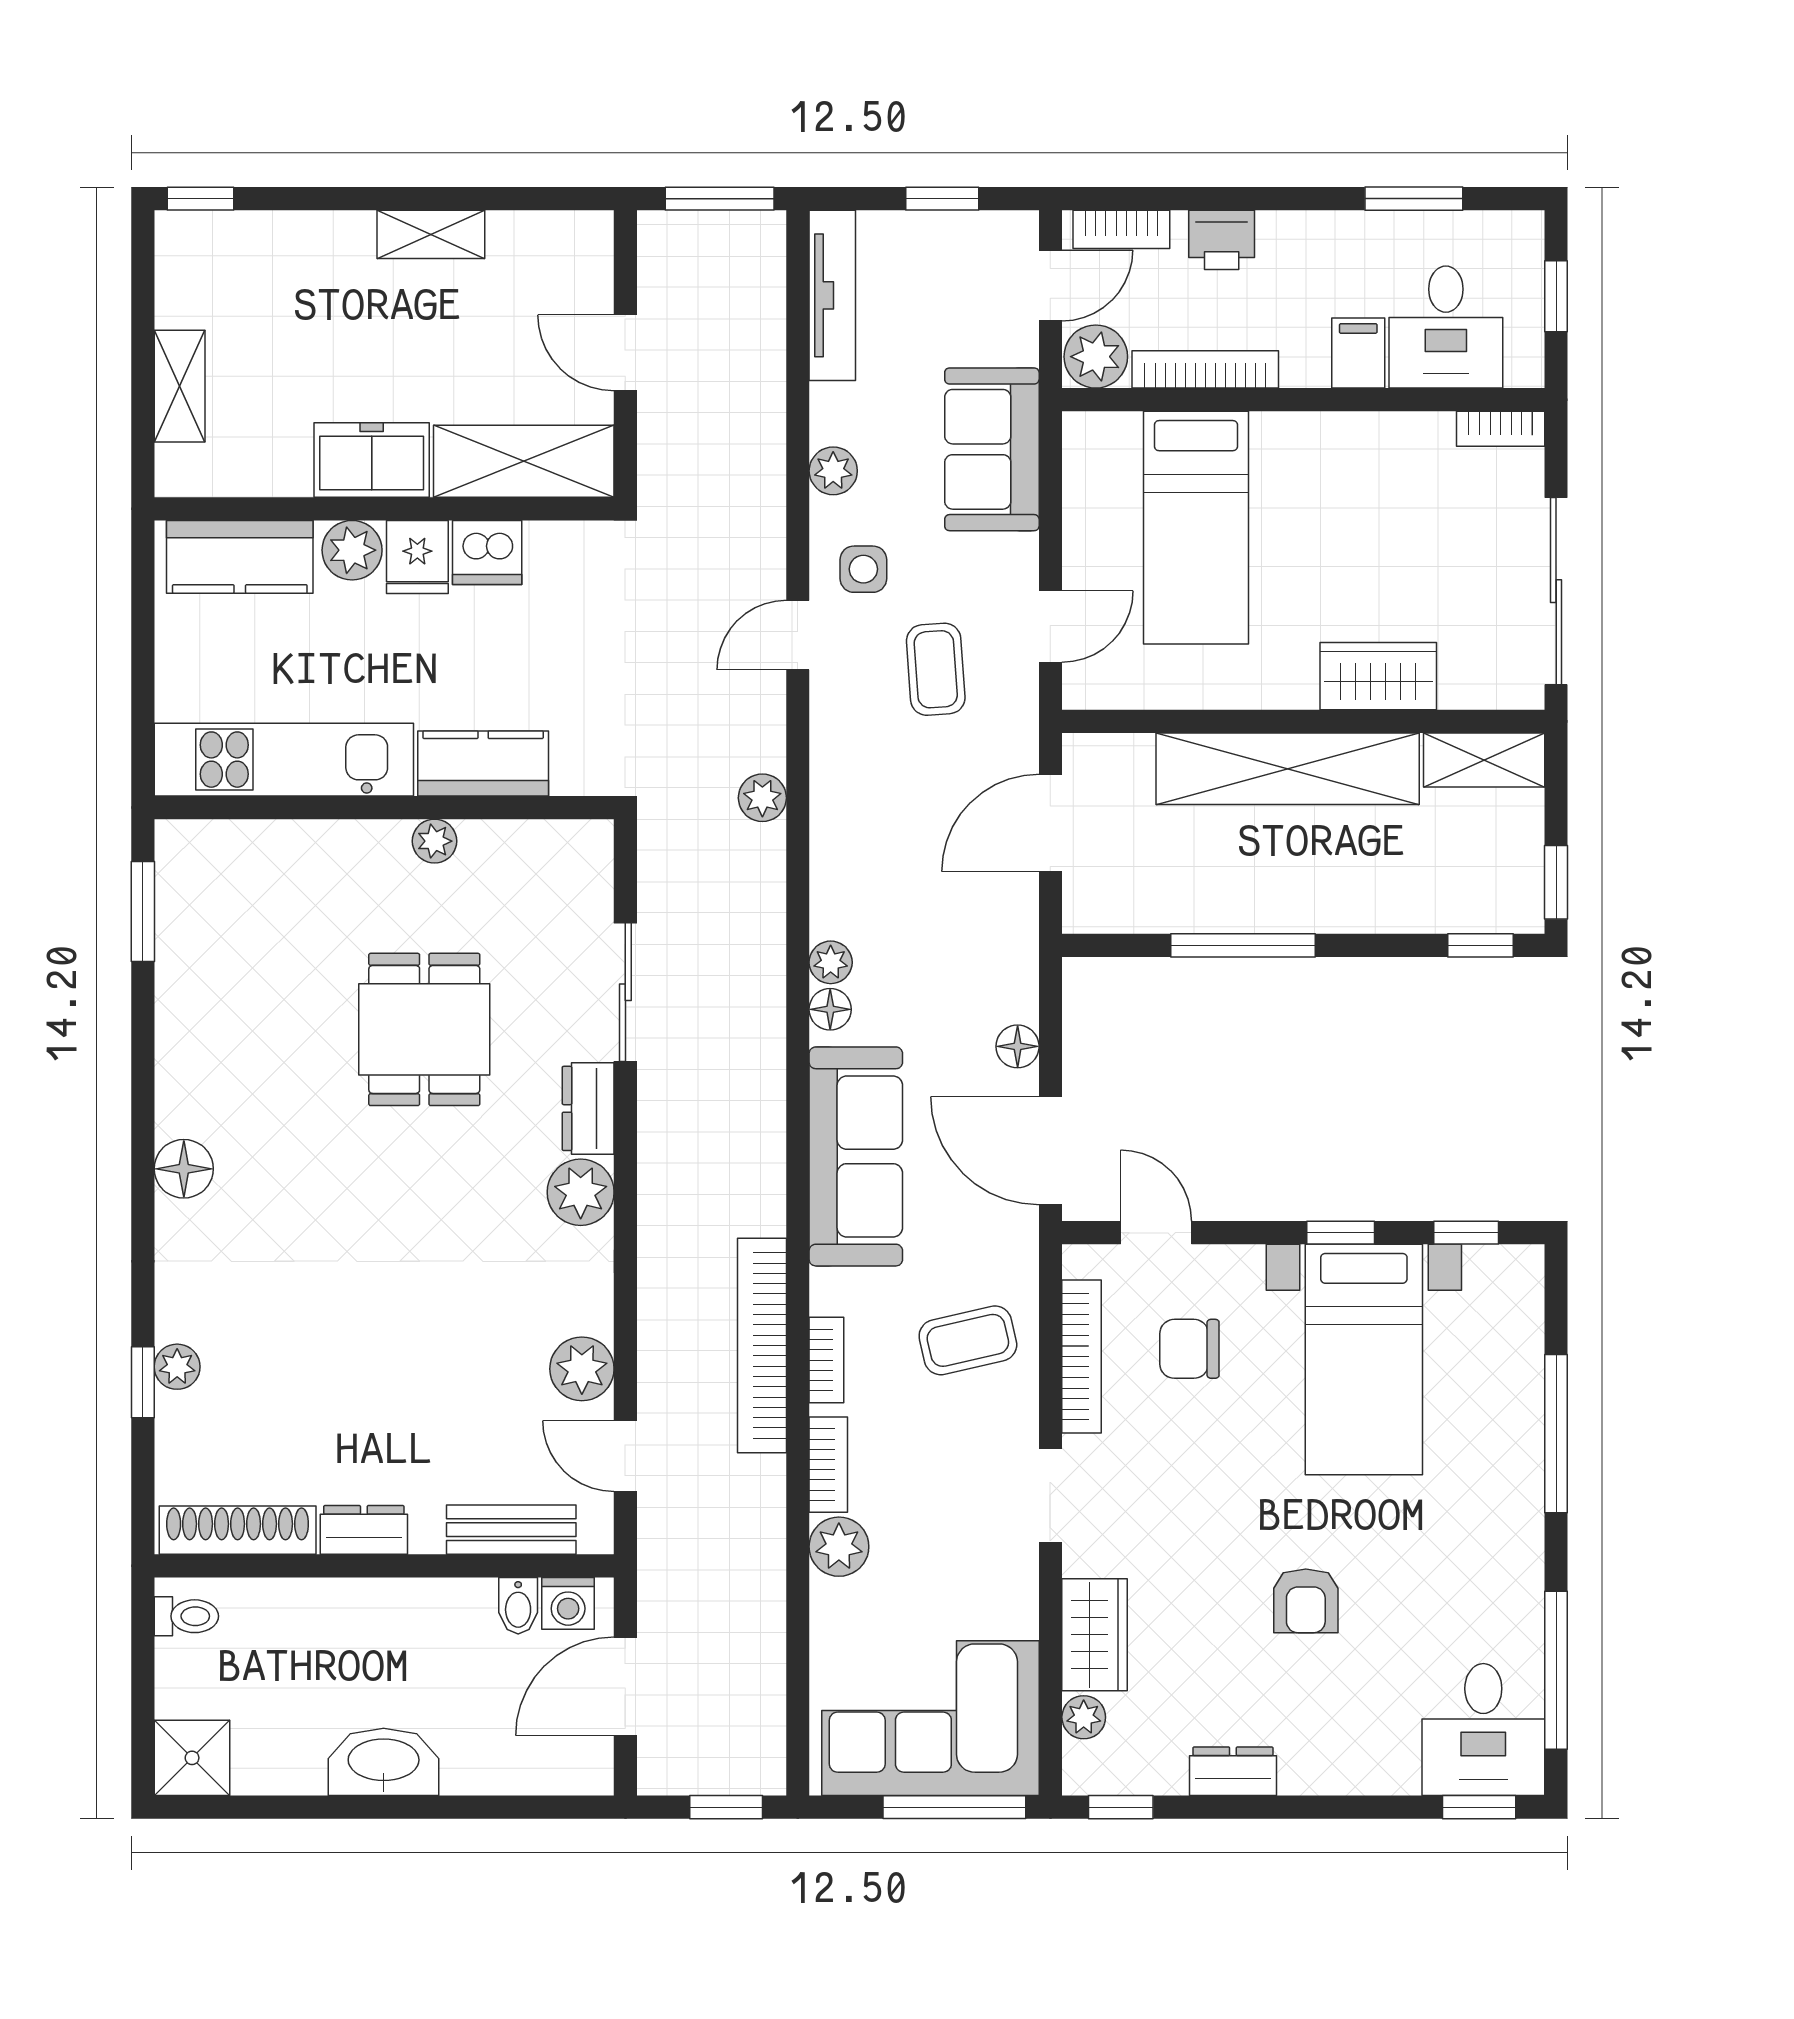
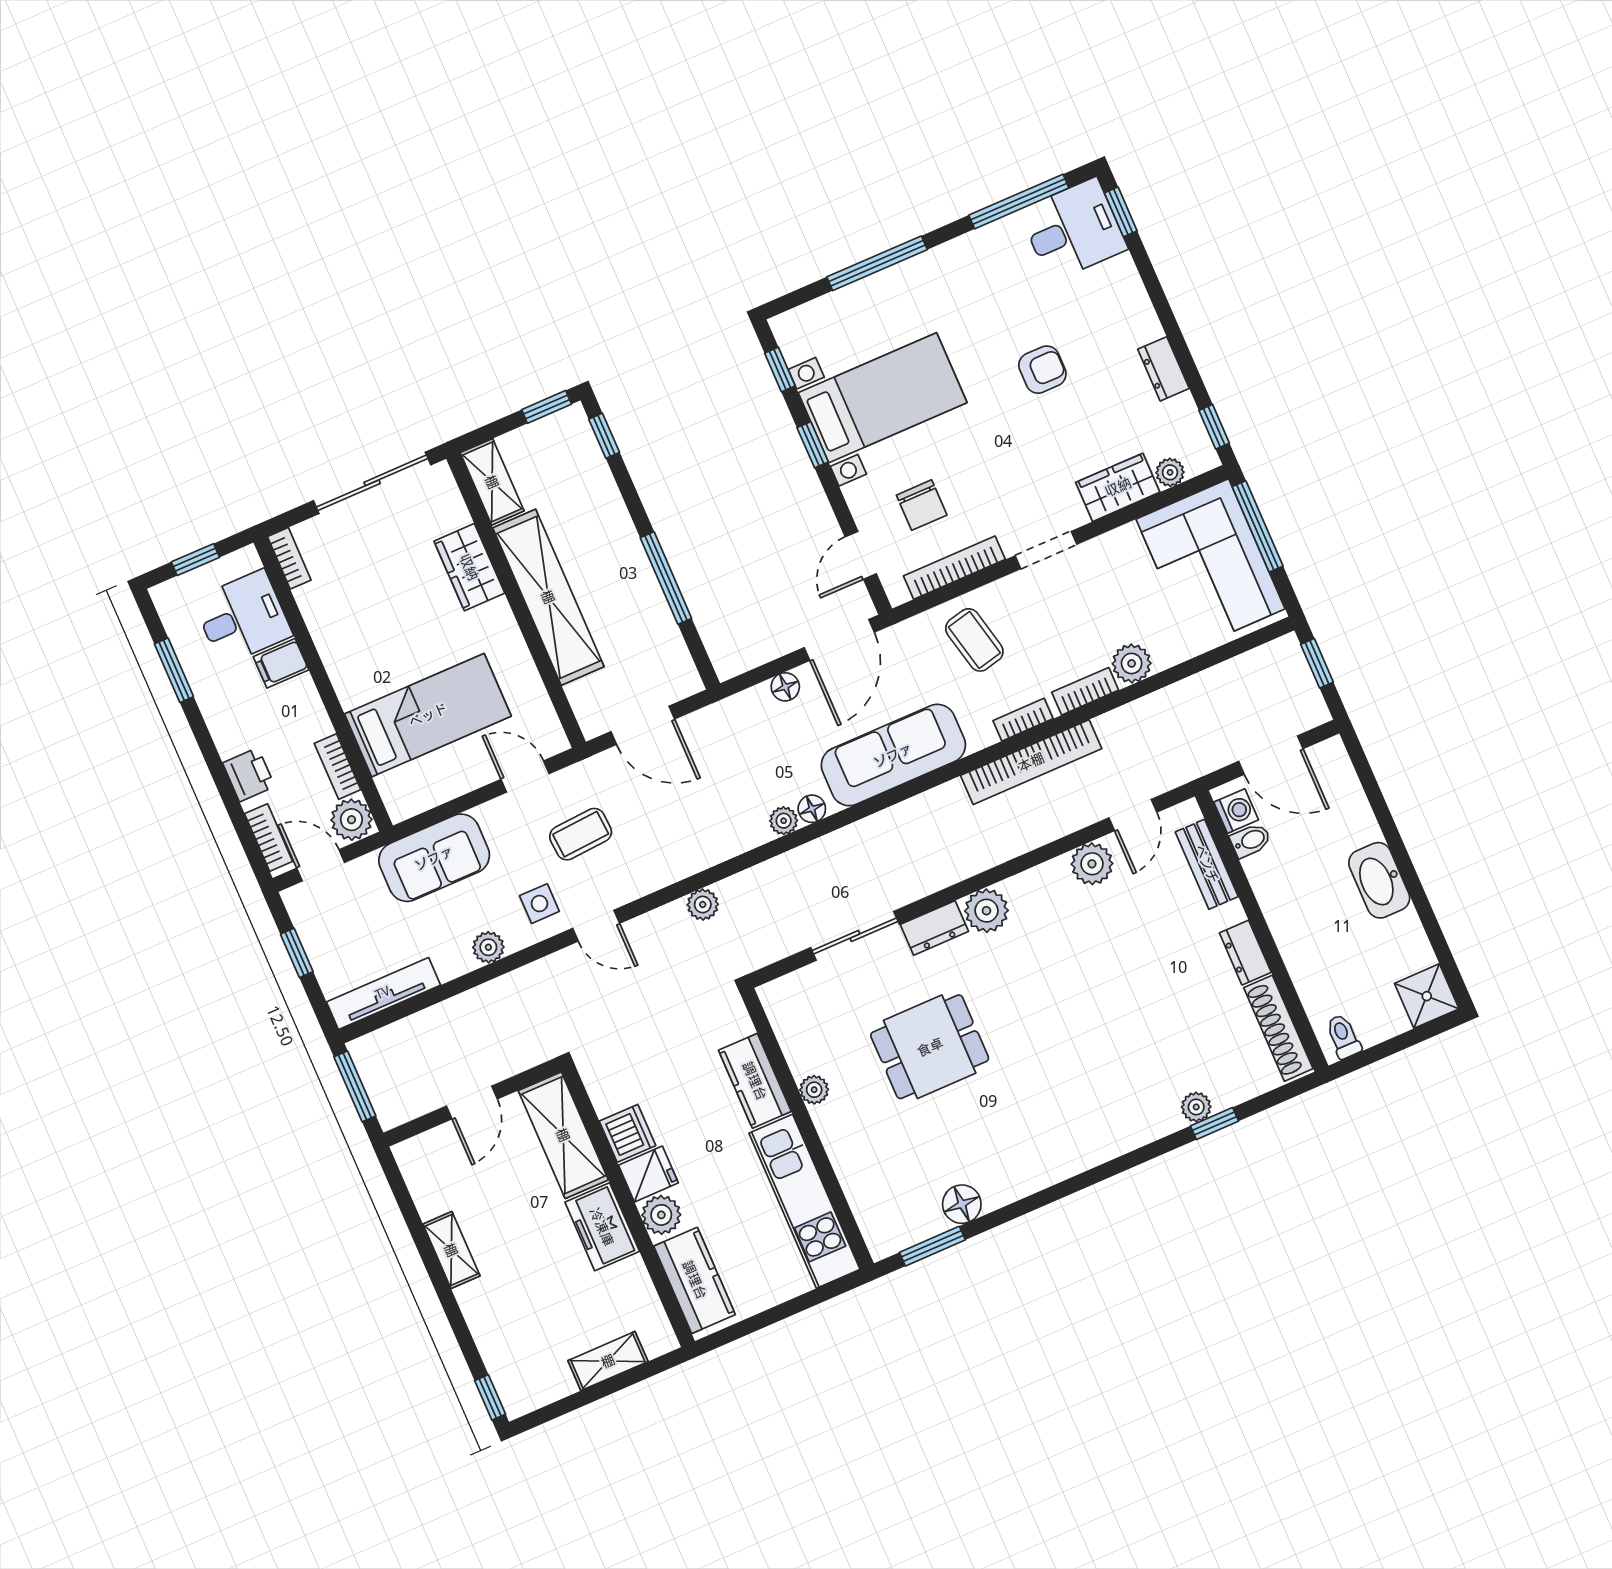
bookcase: (1205, 369) -> (338, 767), width x0.64
floor lamp: (184, 1169) -> (962, 1204), moved

